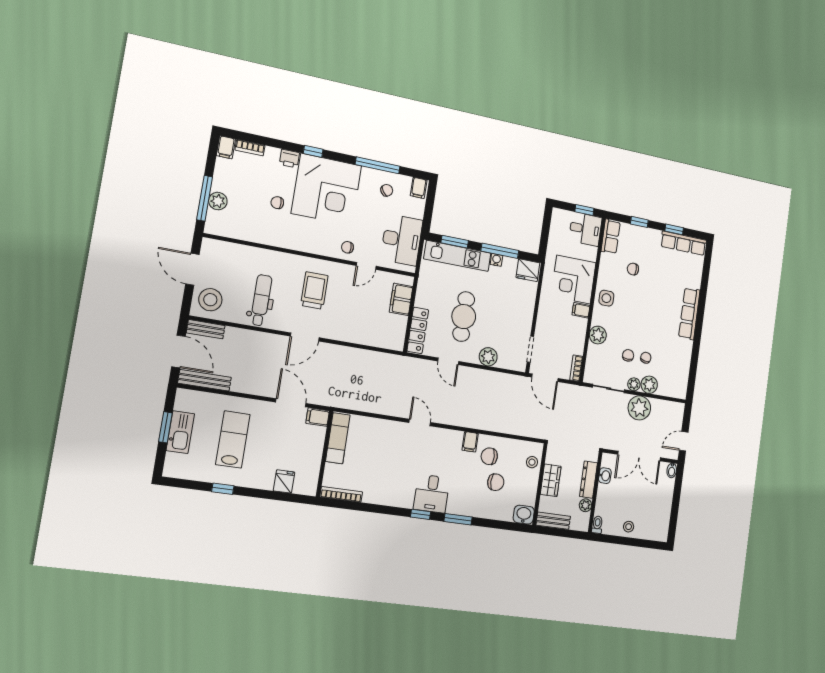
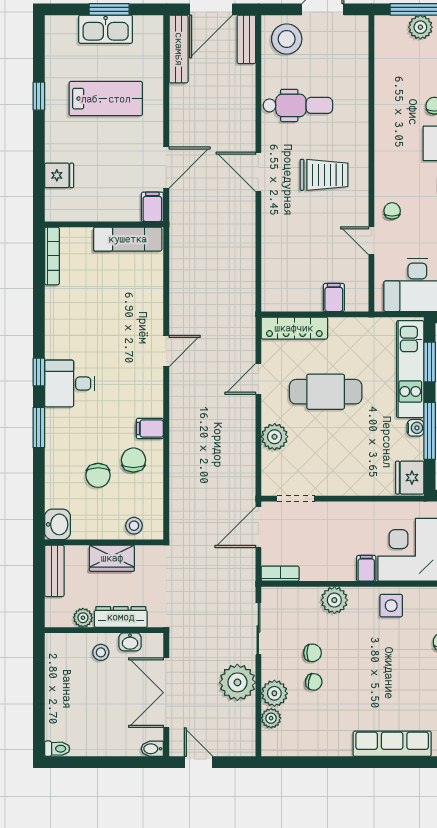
filing cabinet: (401, 299) -> (334, 297), width x0.50
plant: (634, 384) -> (271, 718), moved
toilet: (597, 525) -> (57, 749), moved
stool: (629, 527) -> (101, 652), moved

